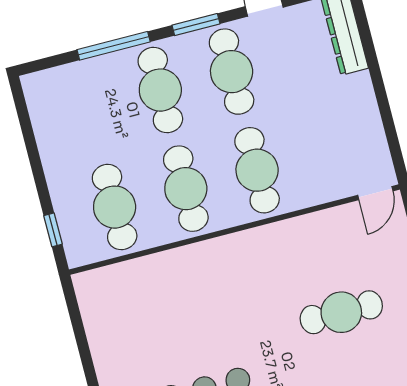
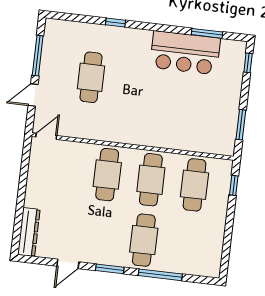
cafe table: (232, 72) -> (100, 235), removed
cafe table: (341, 312) -> (91, 77), turned 90
window: (79, 329) -> (241, 125), added

